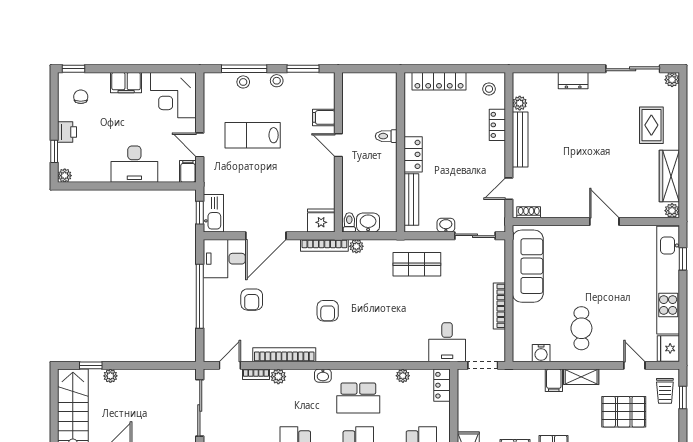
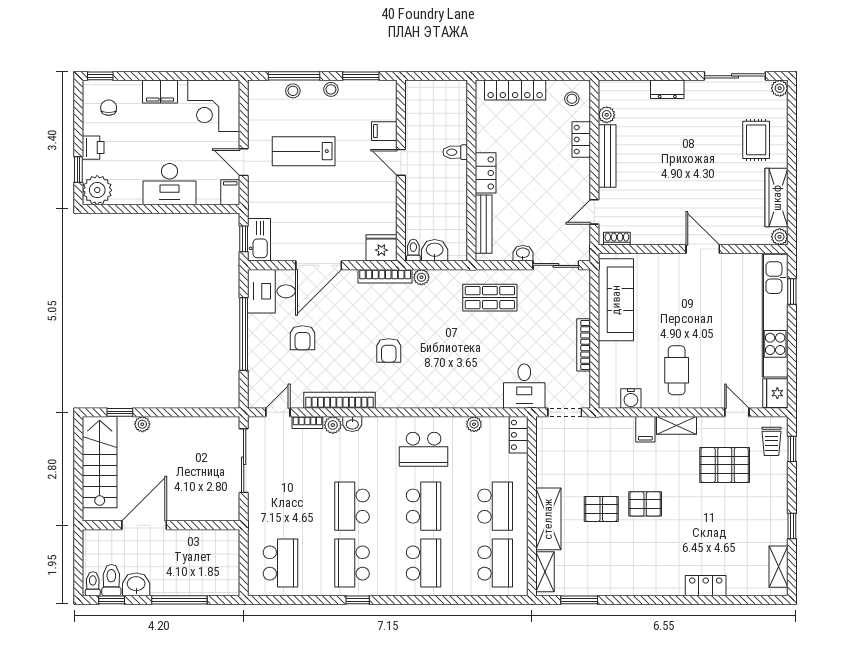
plant: (65, 176) -> (97, 190), width x1.88, depth x1.88
washbasin: (323, 376) -> (352, 424), moved

